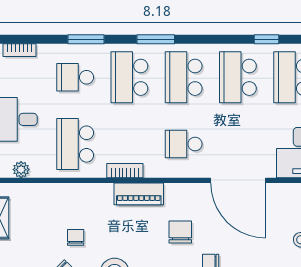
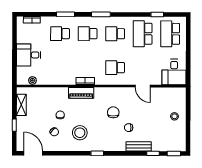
school desk: (129, 77) -> (88, 34), width x0.54
school desk: (184, 77) -> (115, 34), width x0.54
school desk: (75, 144) -> (60, 68), removed
door: (238, 180) -> (143, 86), width x0.53
piano: (139, 194) -> (81, 93), moved

